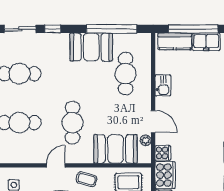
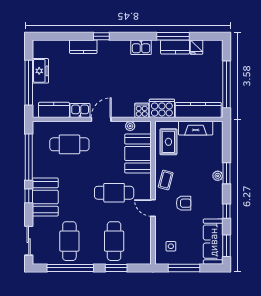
window: (53, 29) -> (29, 196), moved
kitchen counter: (175, 41) -> (54, 110), moved, turned -90
booth: (91, 47) -> (45, 197), moved
door: (153, 122) -> (101, 119), moved

